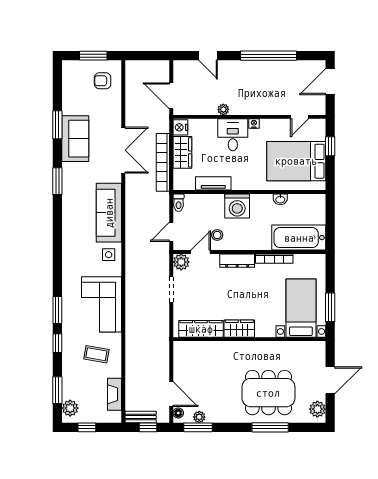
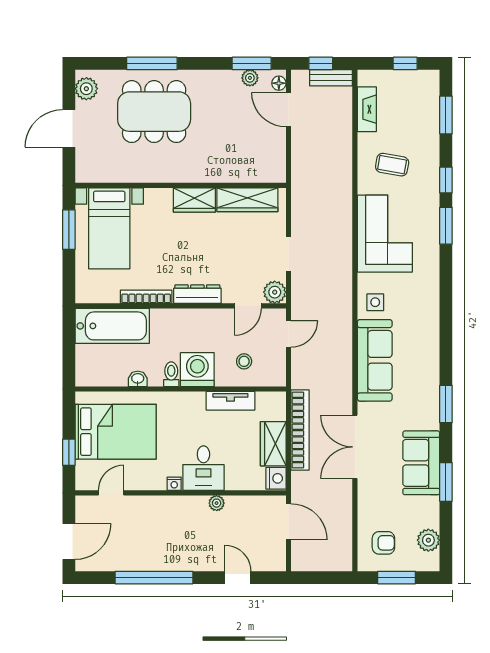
toilet: (179, 203) -> (171, 374), moved
stool: (217, 235) -> (244, 361), moved
plant: (70, 408) -> (428, 540), moved

